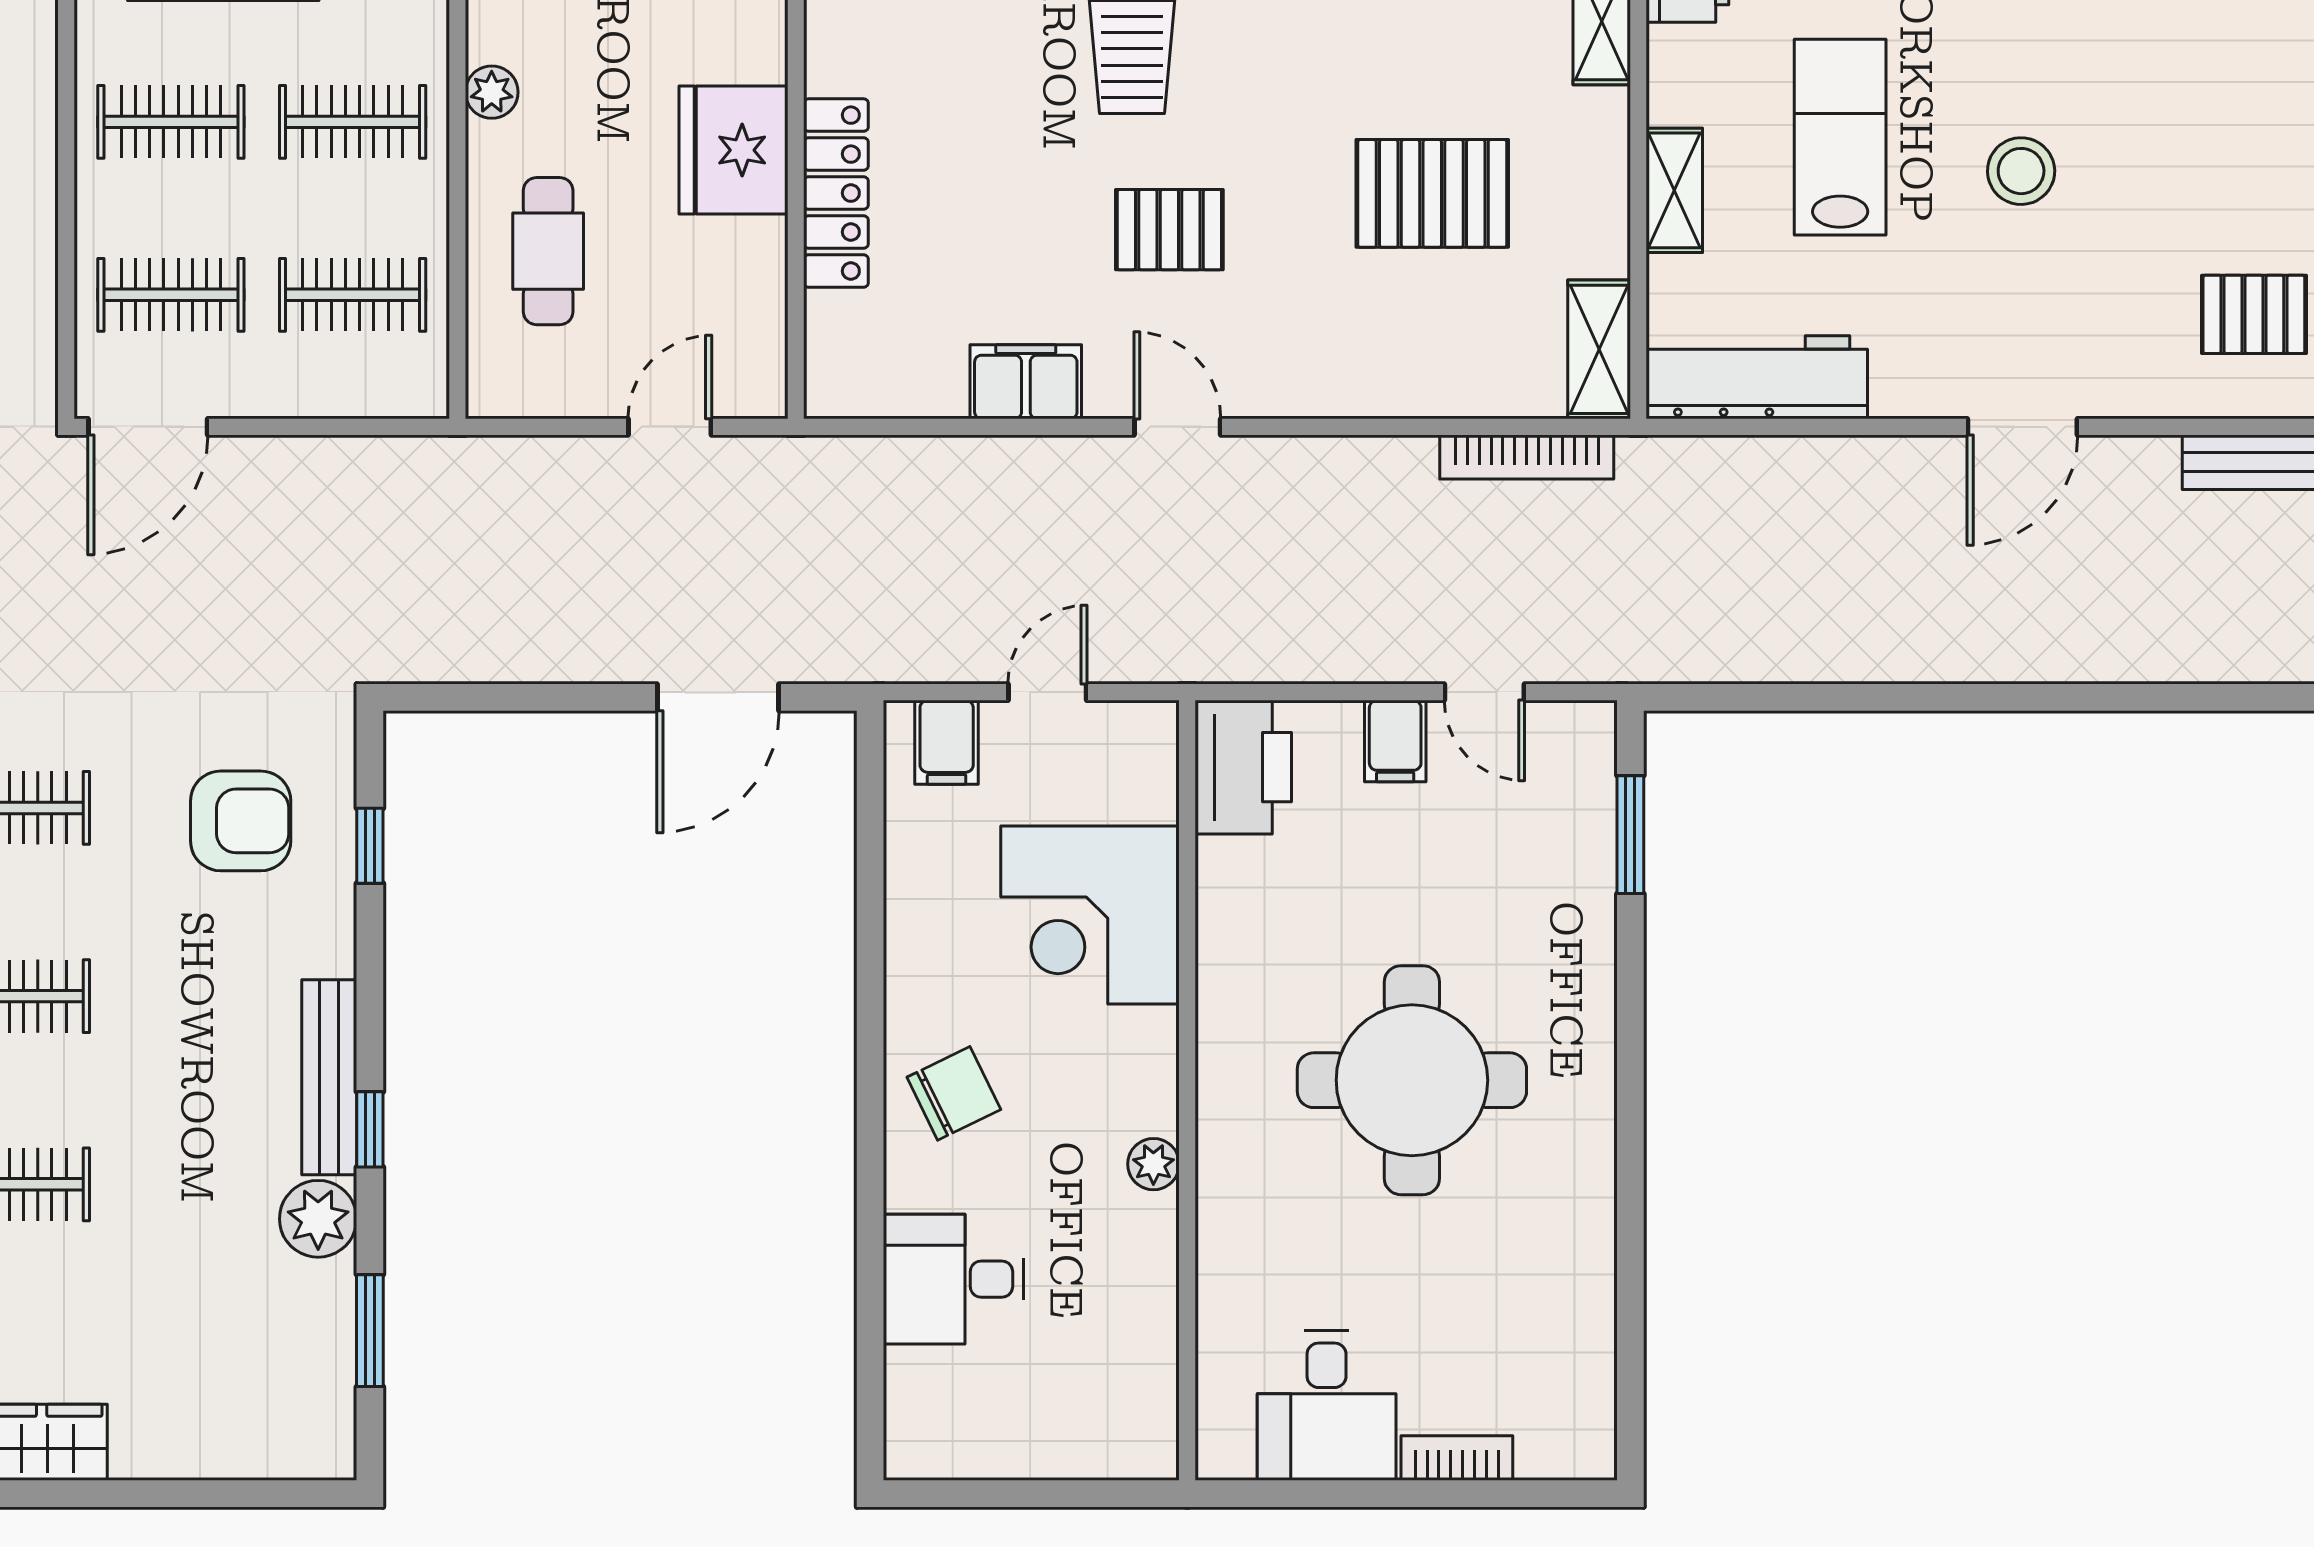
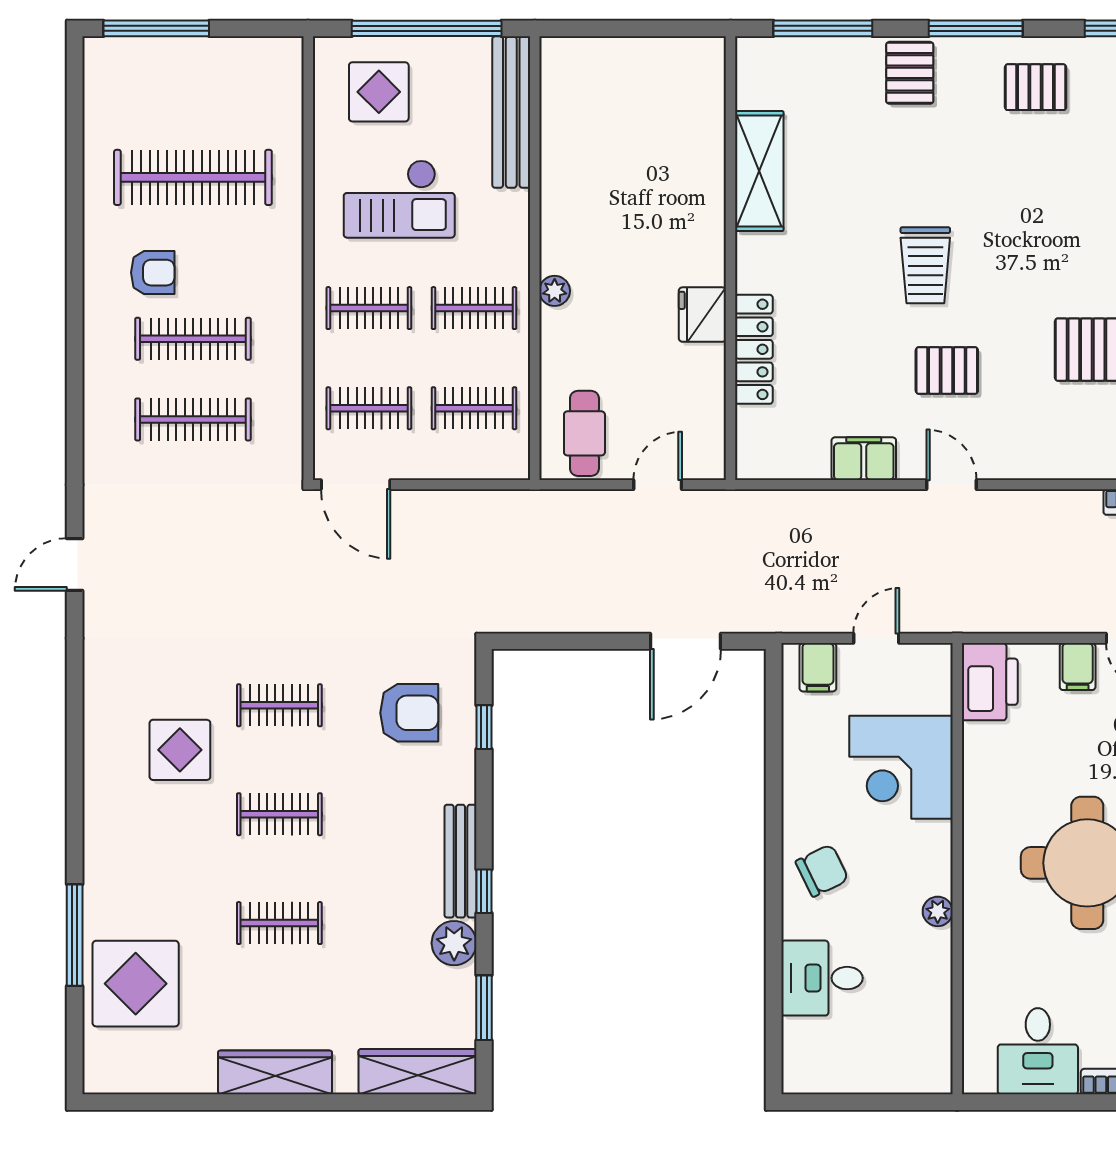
fridge: (733, 150) -> (702, 315), width x0.73, depth x0.75
cafe table: (548, 251) -> (584, 433), moved
door: (148, 427) -> (356, 485), hinge flipped
wardrobe: (255, 1441) -> (417, 1072), added

